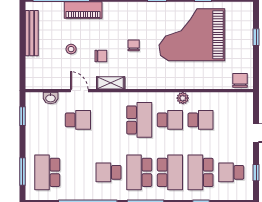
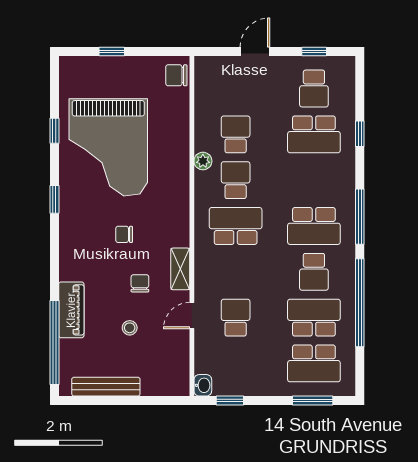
washbasin: (51, 98) -> (203, 385), moved
school desk: (170, 172) -> (314, 318), moved

